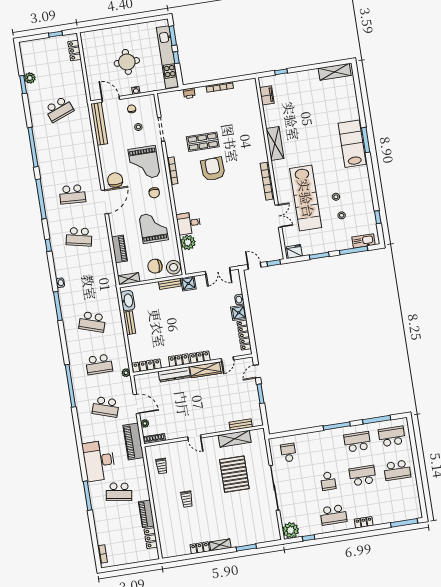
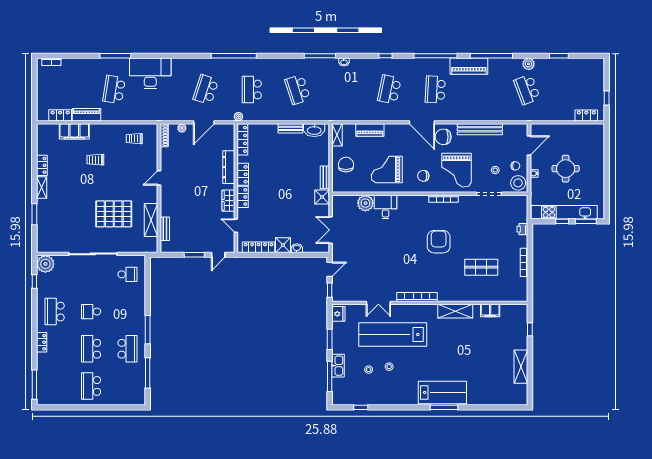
shelving: (335, 72) -> (521, 367), moved
plant: (30, 78) -> (529, 64), moved
filing cabinet: (267, 95) -> (490, 311), moved
bench: (99, 124) -> (480, 129), moved
shop shelf: (203, 142) -> (481, 267), moved, turned 90
grand piano: (144, 163) -> (457, 170), turned -90
armchair: (213, 169) -> (439, 242), turned -87
chair: (115, 180) -> (443, 137), turned 180
grand piano: (154, 228) -> (387, 170), turned 180
kitchen sink: (363, 241) -> (338, 366), moved
stool: (174, 267) -> (518, 183), moved
school desk: (92, 322) -> (298, 90), turned -36
wardrobe: (205, 370) -> (228, 201), width x0.67
door: (257, 371) -> (218, 255), swing flipped
school desk: (392, 436) -> (128, 386), removed
piano: (133, 441) -> (469, 66), moved, turned 180
school desk: (363, 476) -> (91, 349), turned 180
filing cabinet: (164, 523) -> (74, 131), added

